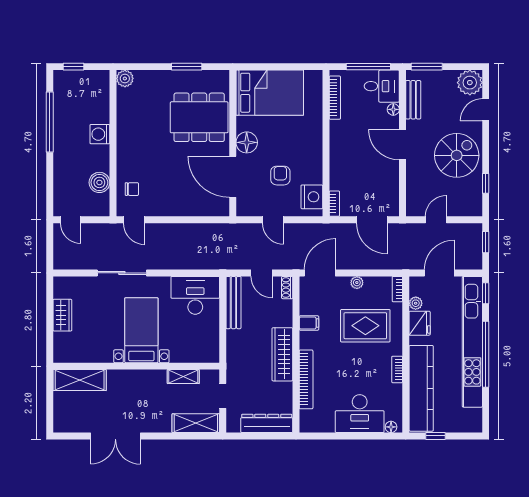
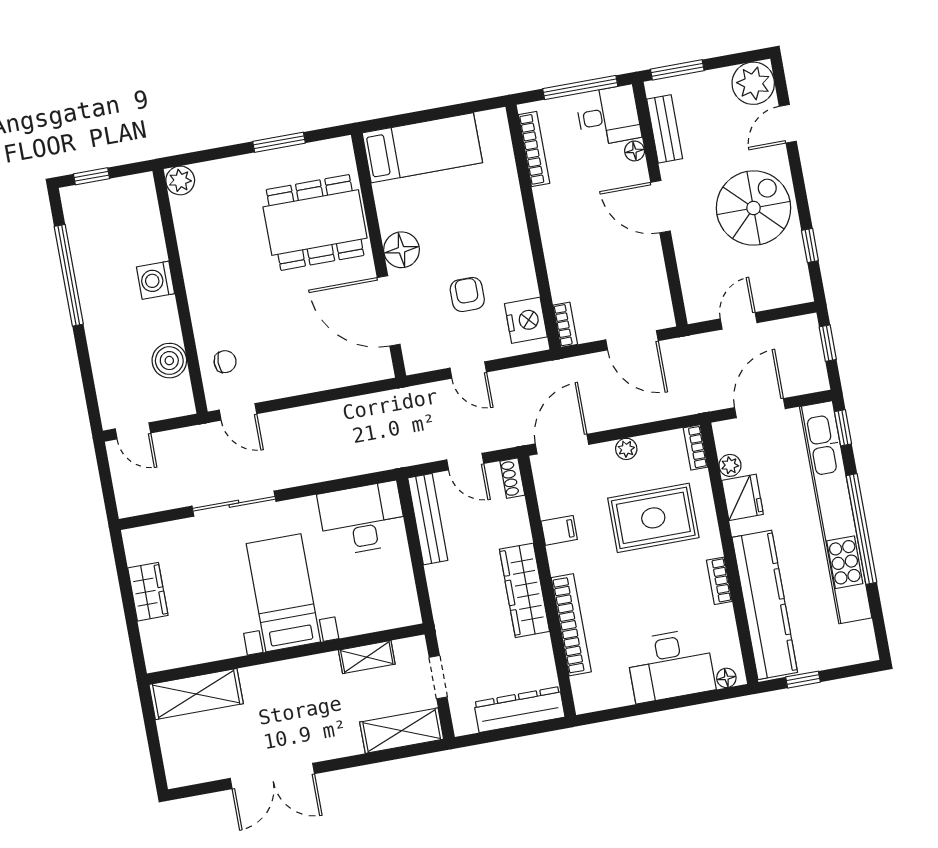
bed: (270, 93) -> (422, 148), width x0.67

